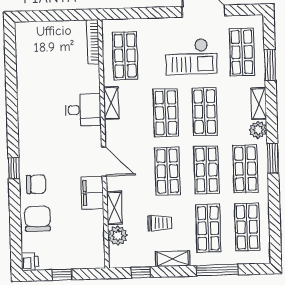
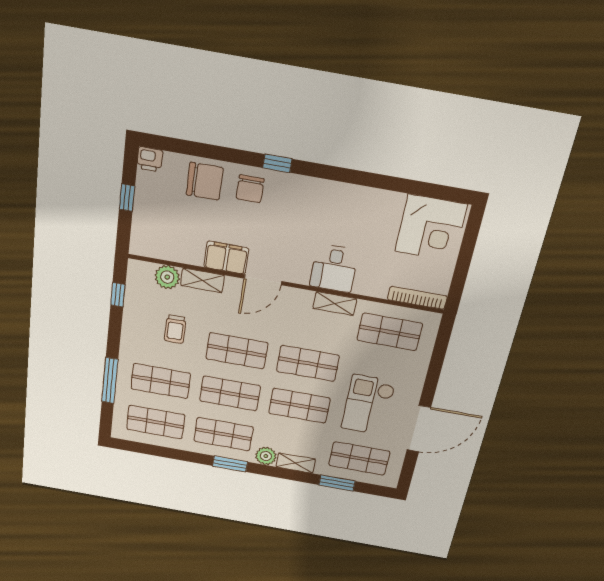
corner desk: (38, 46) -> (431, 228), added
shelving: (173, 259) -> (130, 335), removed

